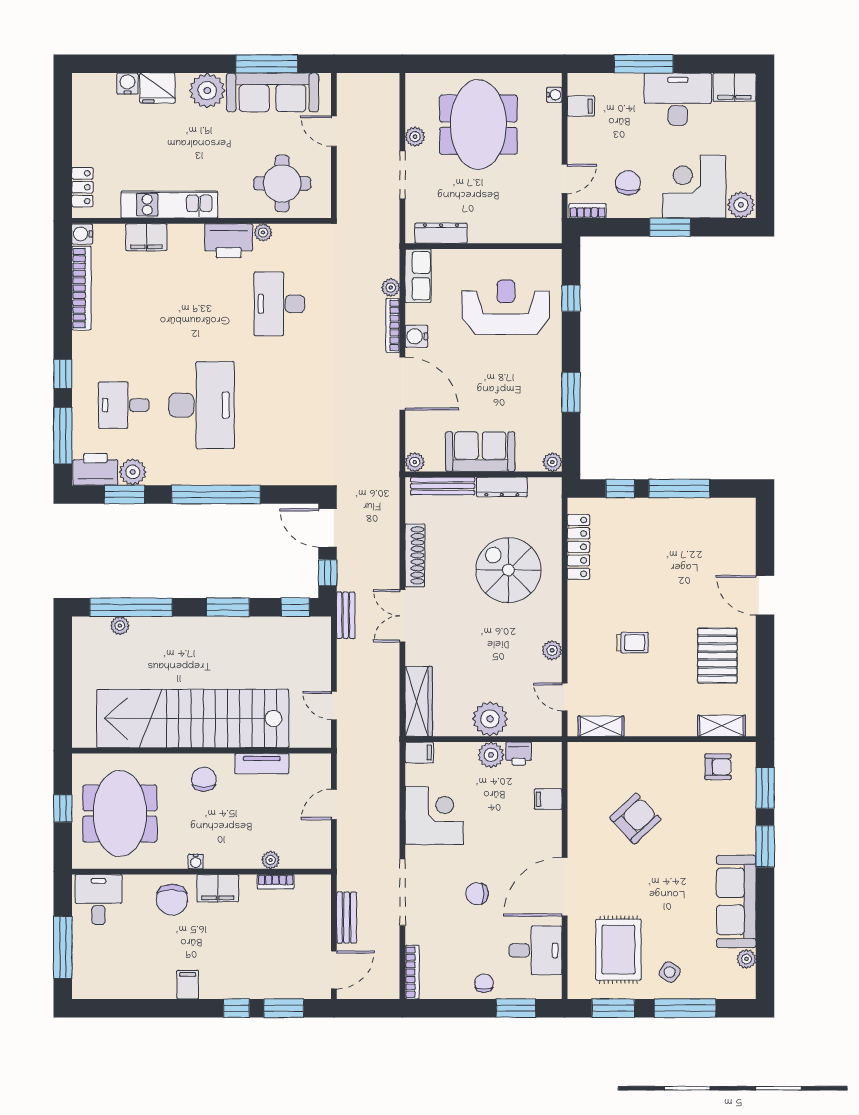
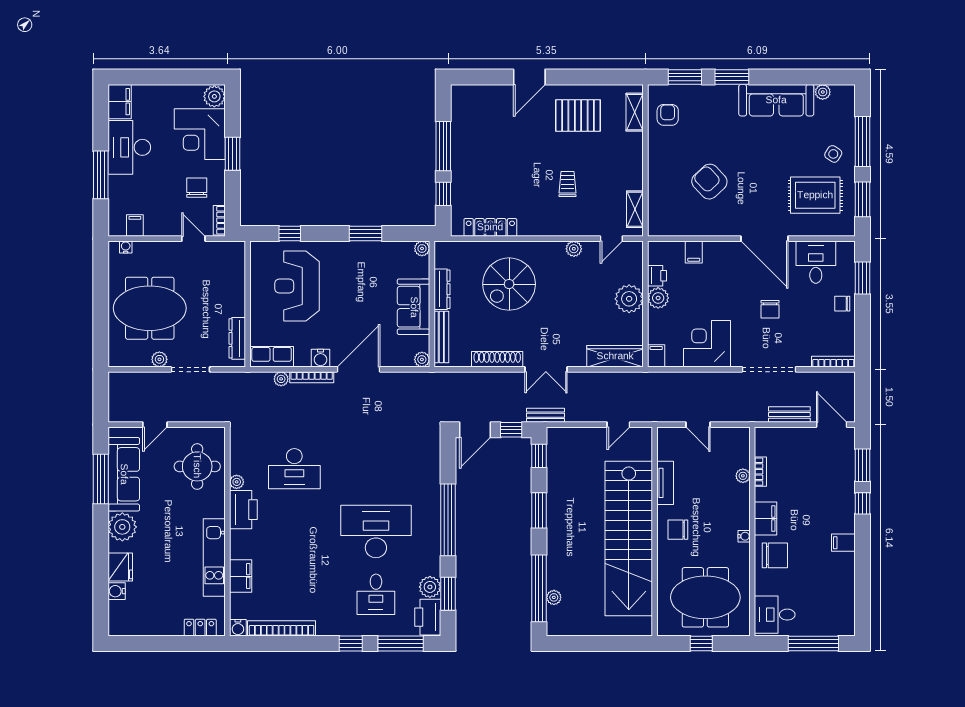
chair: (628, 183) -> (197, 188), turned 86

